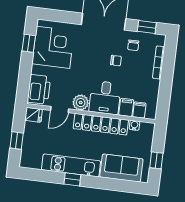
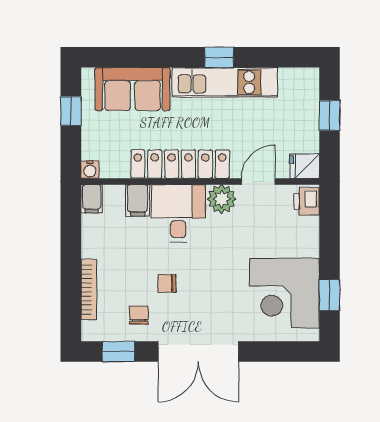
printer: (39, 89) -> (307, 201), width x0.53, depth x0.68
filing cabinet: (139, 110) -> (92, 199), moved
water cooler: (134, 125) -> (90, 170), moved

